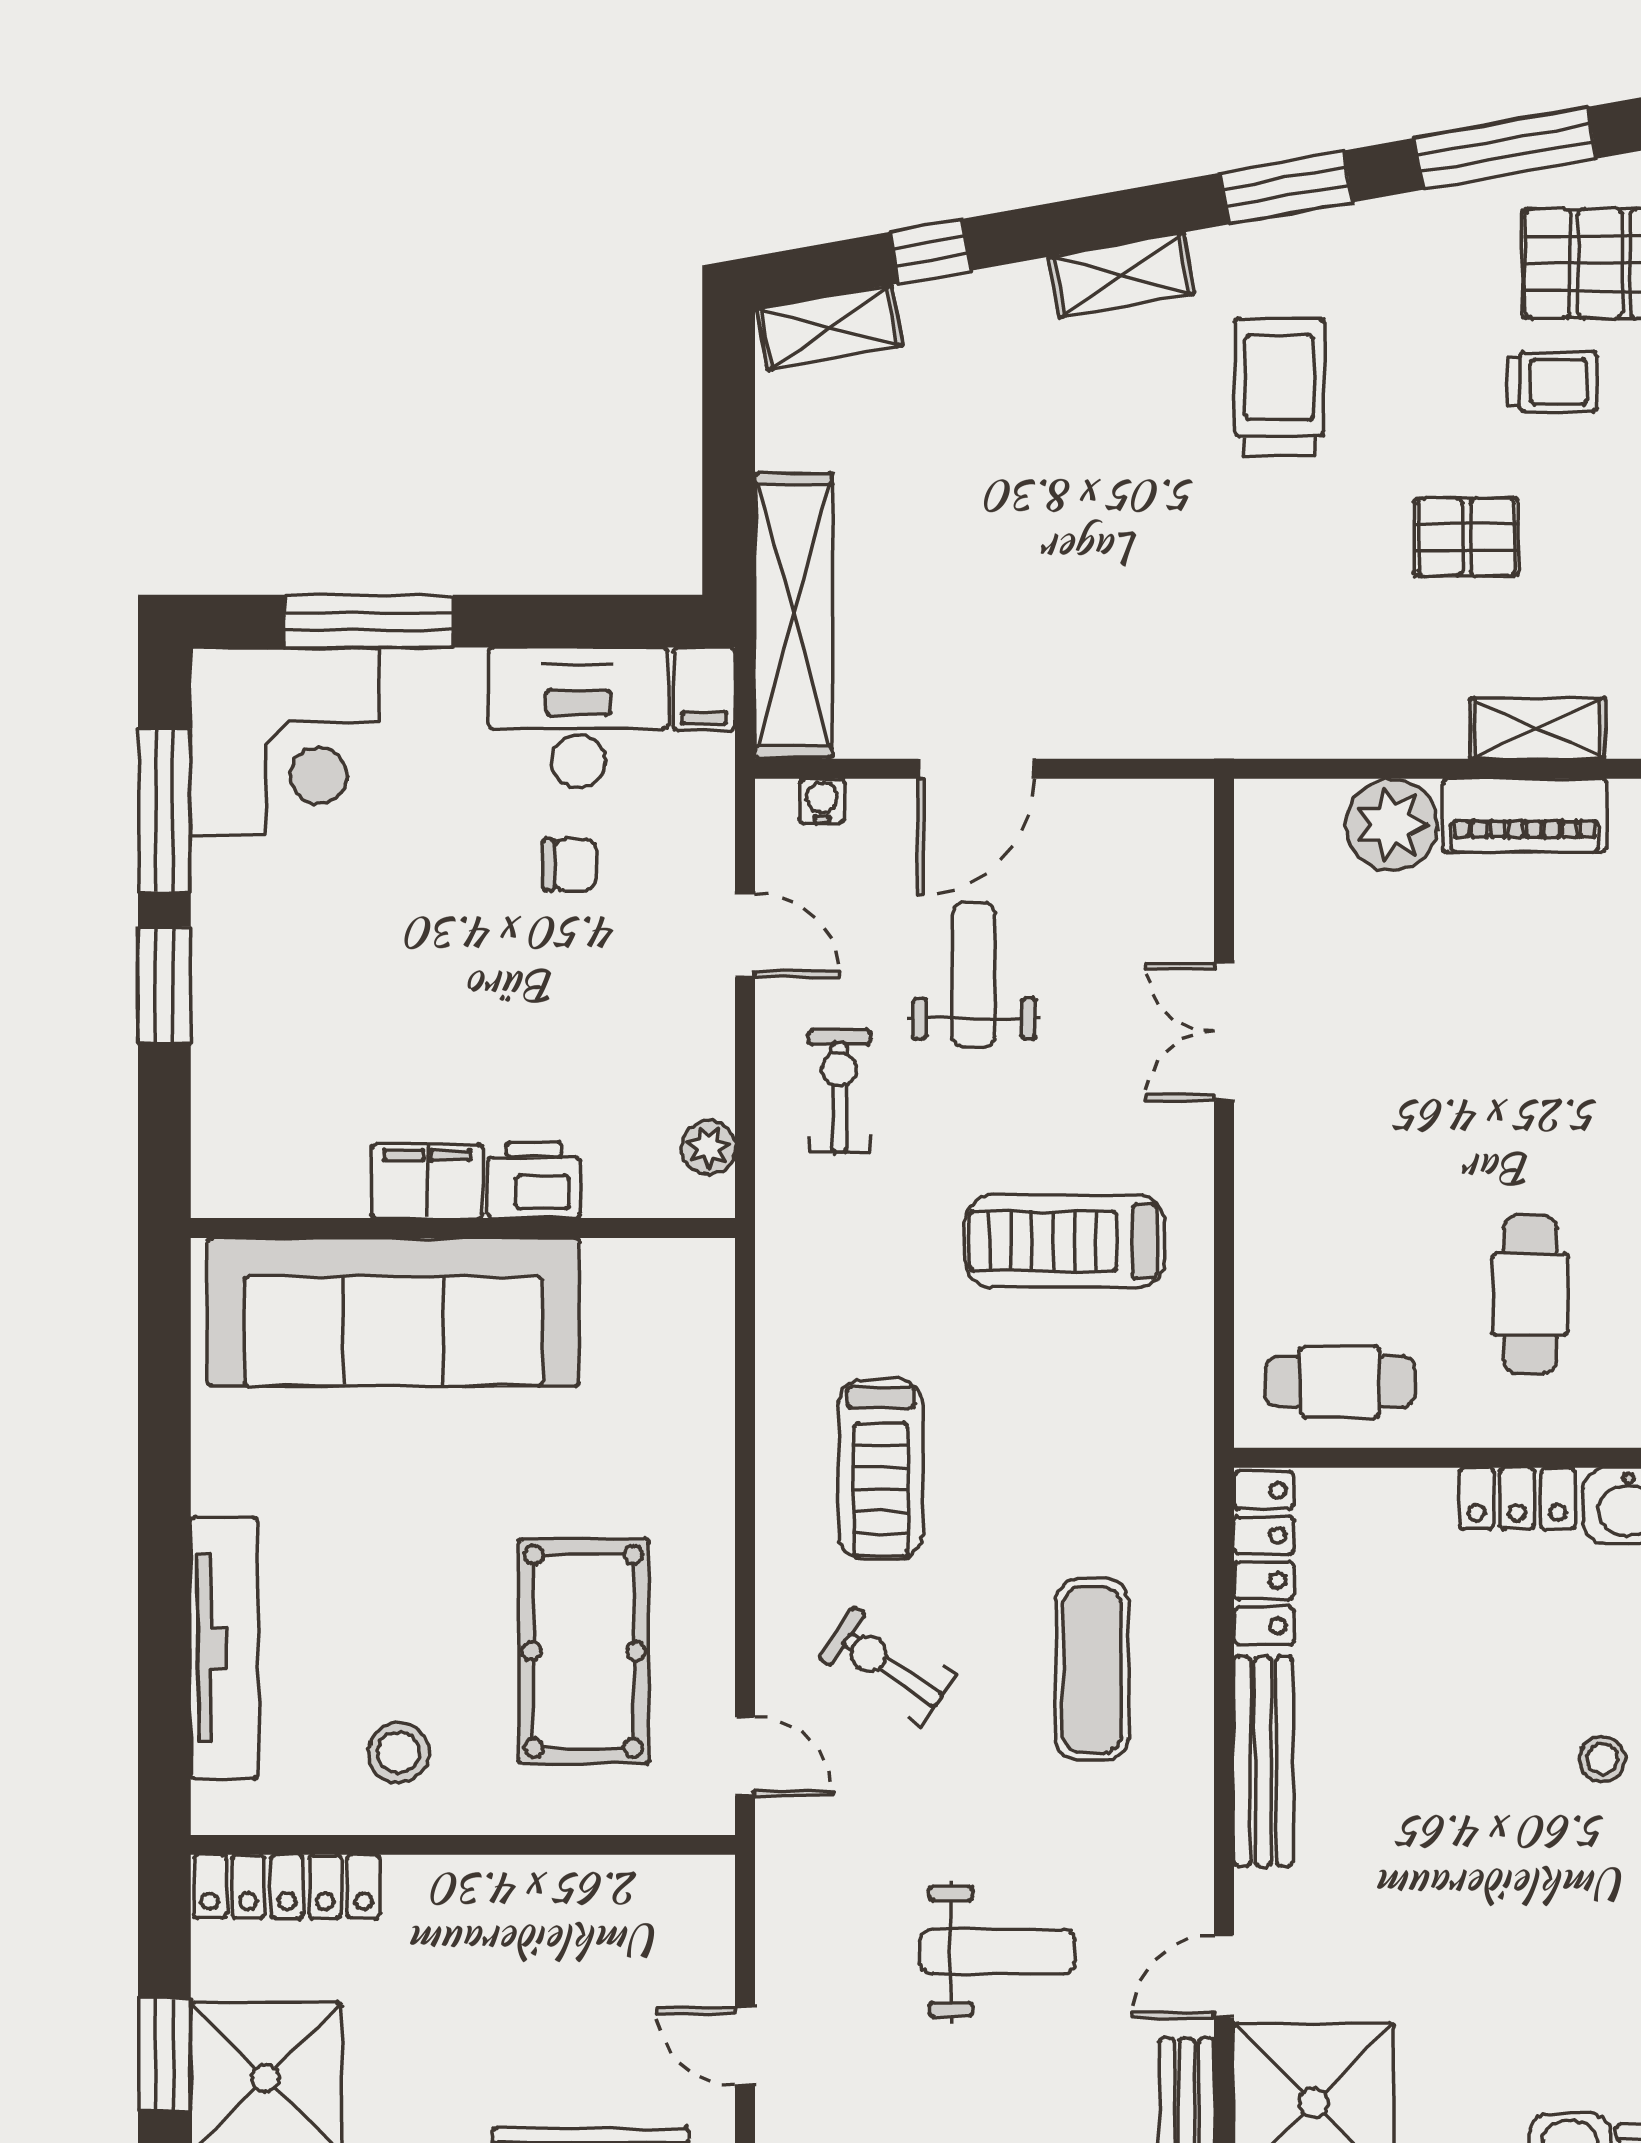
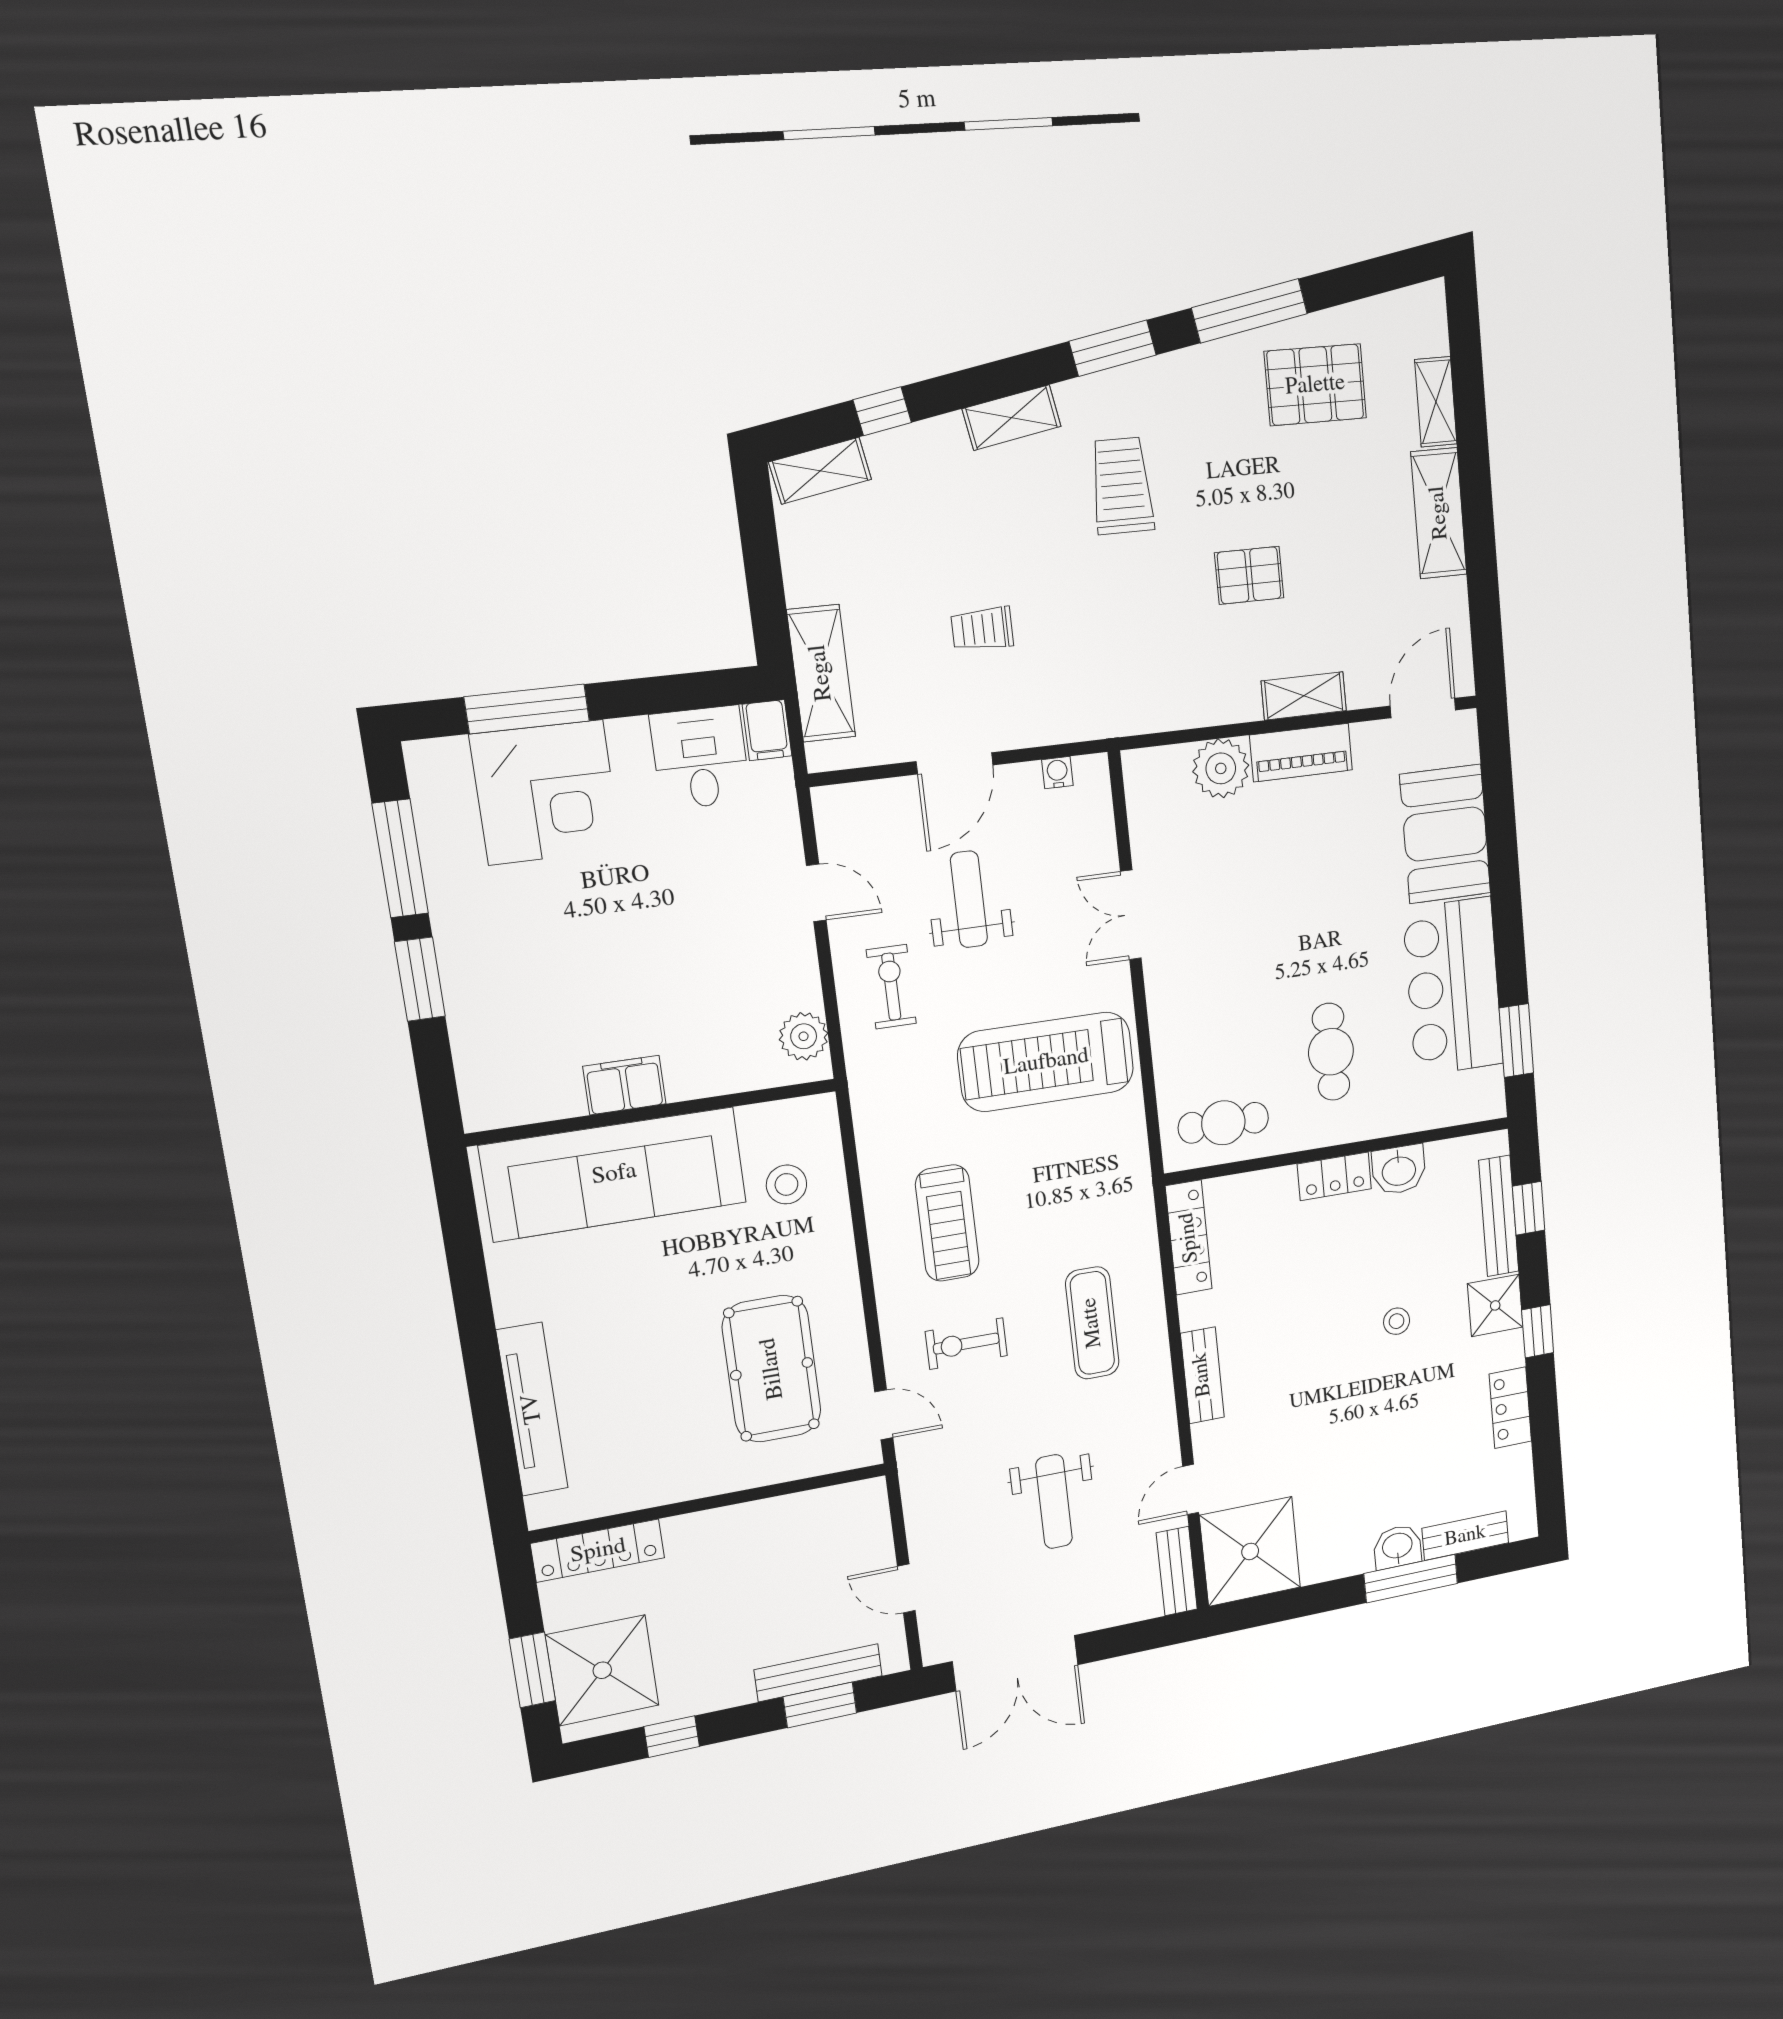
trolley: (1552, 382) -> (982, 629), moved, turned 180
shelving: (794, 615) -> (821, 673), width x0.68
desk: (578, 718) -> (700, 758), width x0.73
corner desk: (285, 742) -> (546, 792), moved
water cooler: (822, 801) -> (1057, 773), moved
chair: (570, 865) -> (692, 861), removed
plant: (708, 1147) -> (804, 1036), width x1.38, depth x1.38
printer: (534, 1180) -> (697, 1074), removed
treadmill: (1065, 1241) -> (1046, 1062), width x1.37, depth x1.38
exercise bike: (887, 1666) -> (966, 1344), turned -34
stool: (398, 1752) -> (786, 1184), moved
bench: (1263, 1761) -> (1202, 1375), width x0.73
weight bench: (997, 1952) -> (1054, 1502), turned 90

